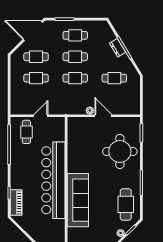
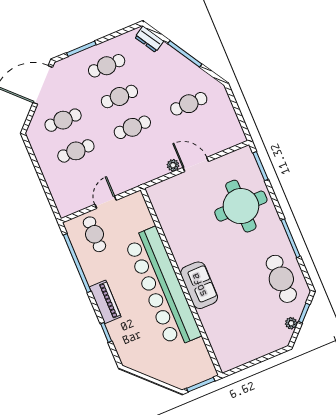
dresser: (118, 48) -> (149, 39), moved
sofa: (78, 200) -> (199, 285), width x0.54, depth x0.79
piano: (16, 203) -> (105, 302), moved

